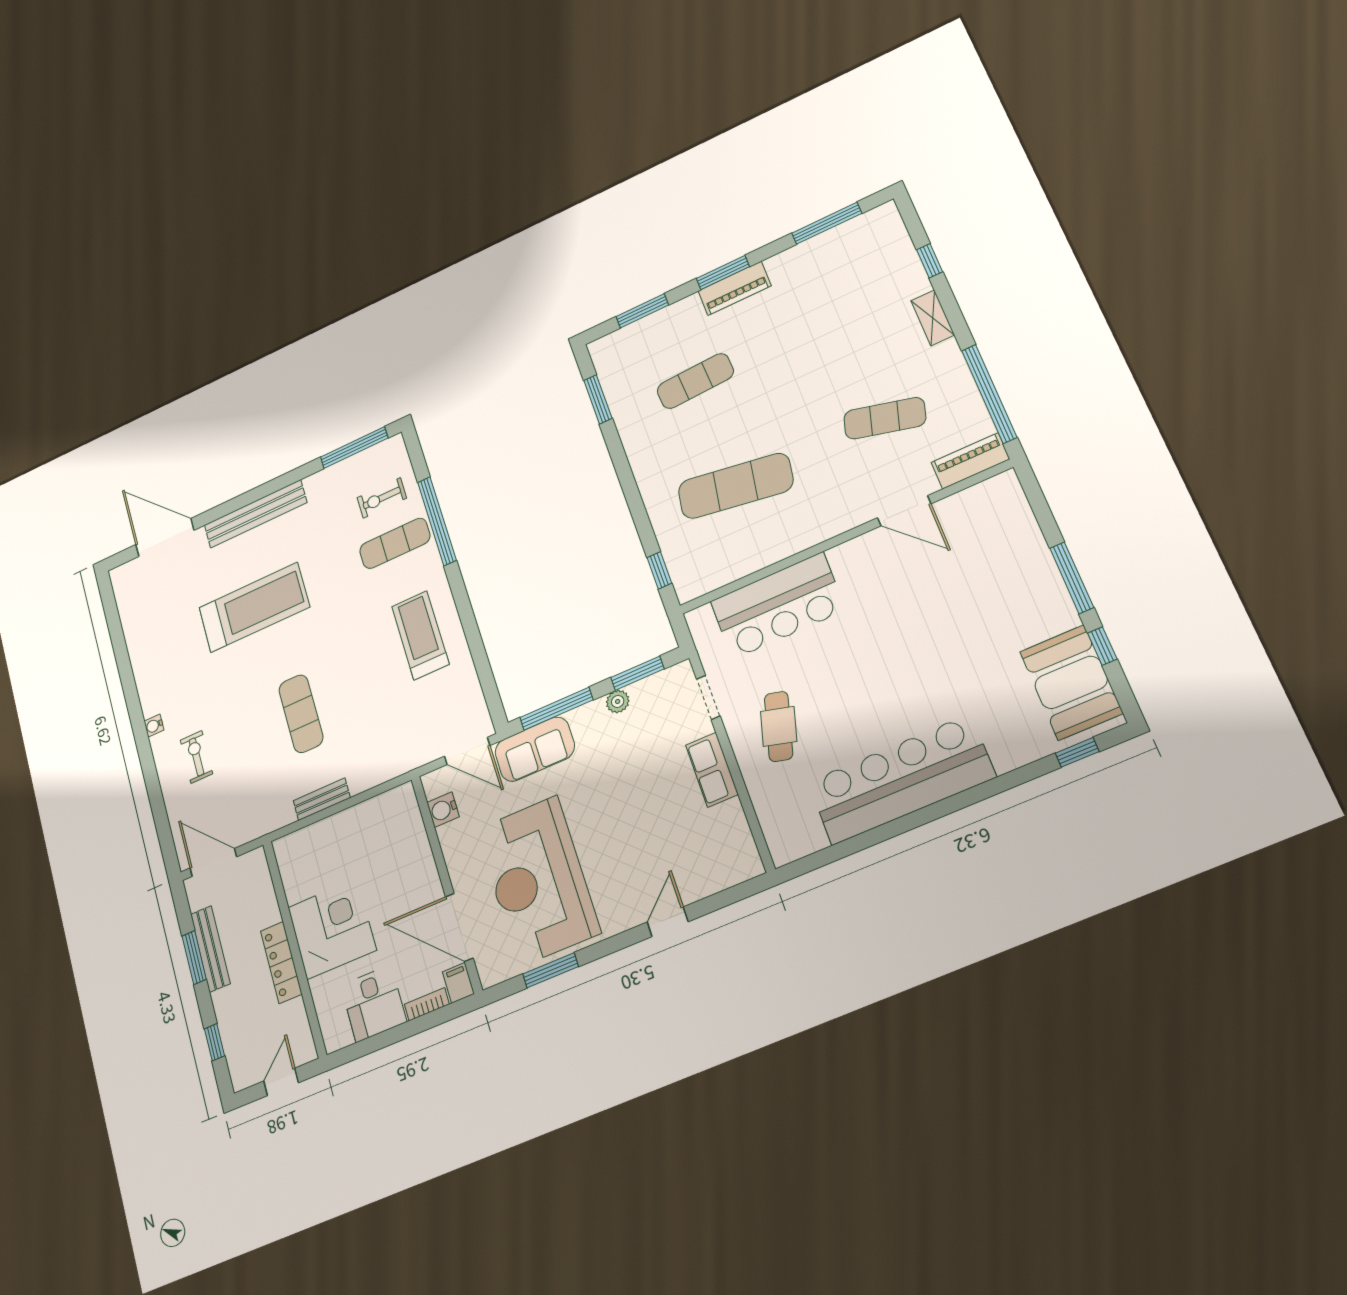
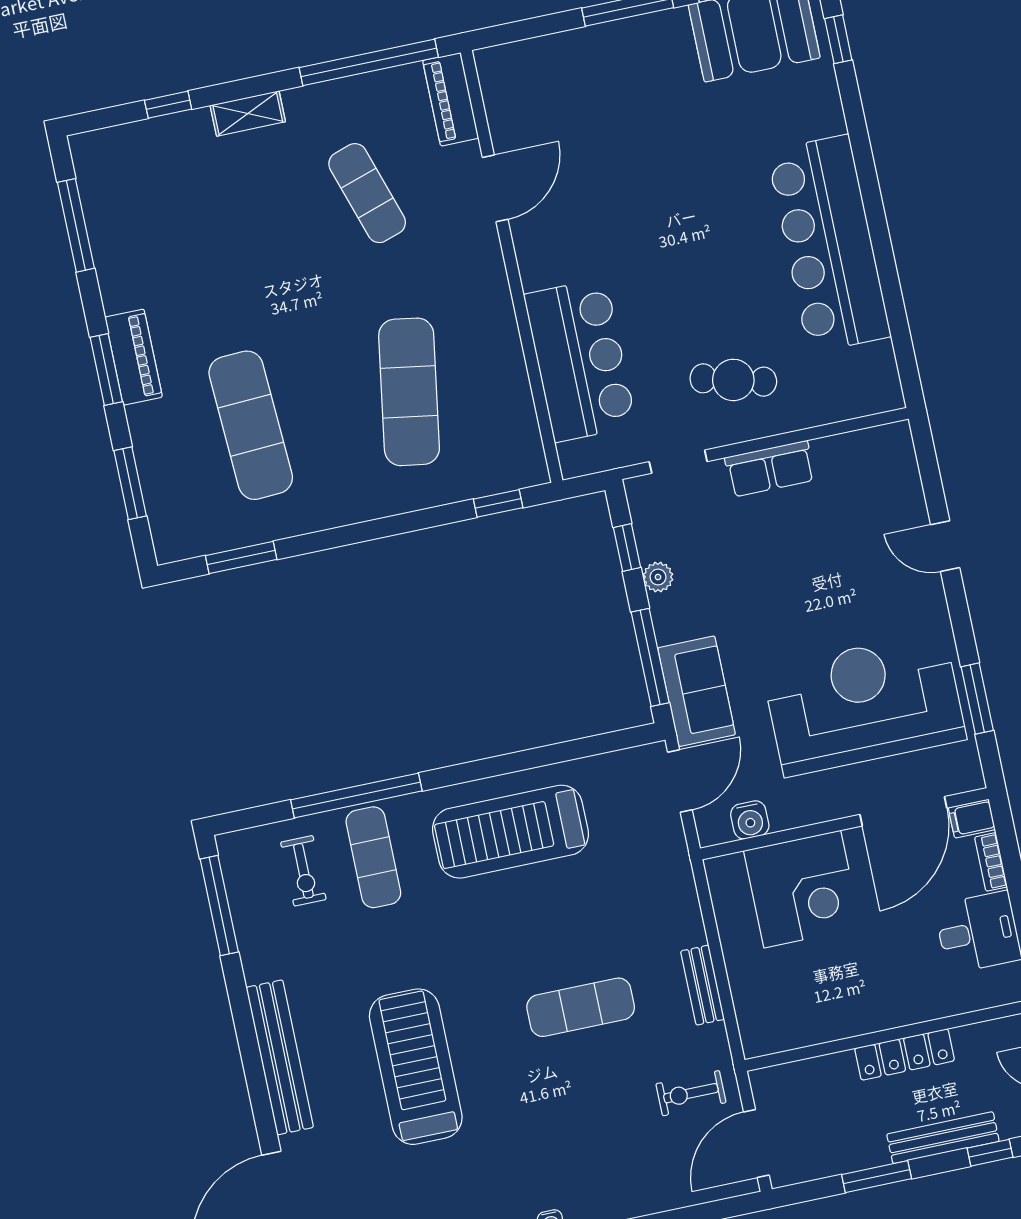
exercise mat: (695, 381) -> (251, 425), width x1.36, depth x1.45
exercise mat: (885, 418) -> (367, 193), turned -33
treadmill: (420, 635) -> (511, 832), width x1.37, depth x1.38
window: (637, 673) -> (627, 547), width x0.67
exercise bike: (196, 757) -> (691, 1093), moved
reception desk: (538, 880) -> (864, 704), turned 180
corner desk: (332, 929) -> (802, 889), moved, turned 180
bench: (210, 949) -> (943, 1138), moved

